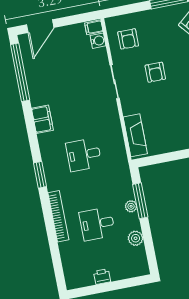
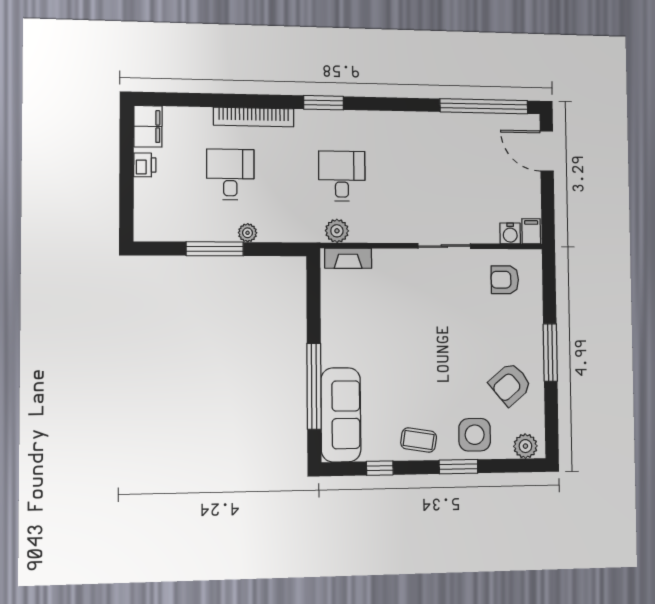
armchair: (155, 72) -> (448, 311), removed
filing cabinet: (42, 119) -> (148, 126), moved, turned -90
fireplace: (135, 135) -> (348, 258), width x0.73, depth x0.76
window: (140, 201) -> (215, 249), moved
plant: (136, 238) -> (337, 231), moved

